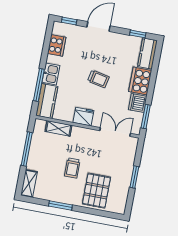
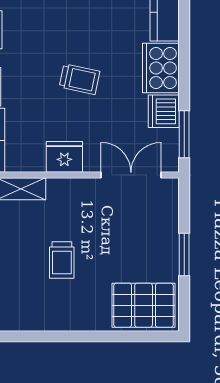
pallet: (96, 191) -> (144, 305), moved, turned 90
window: (60, 205) -> (53, 336), removed

